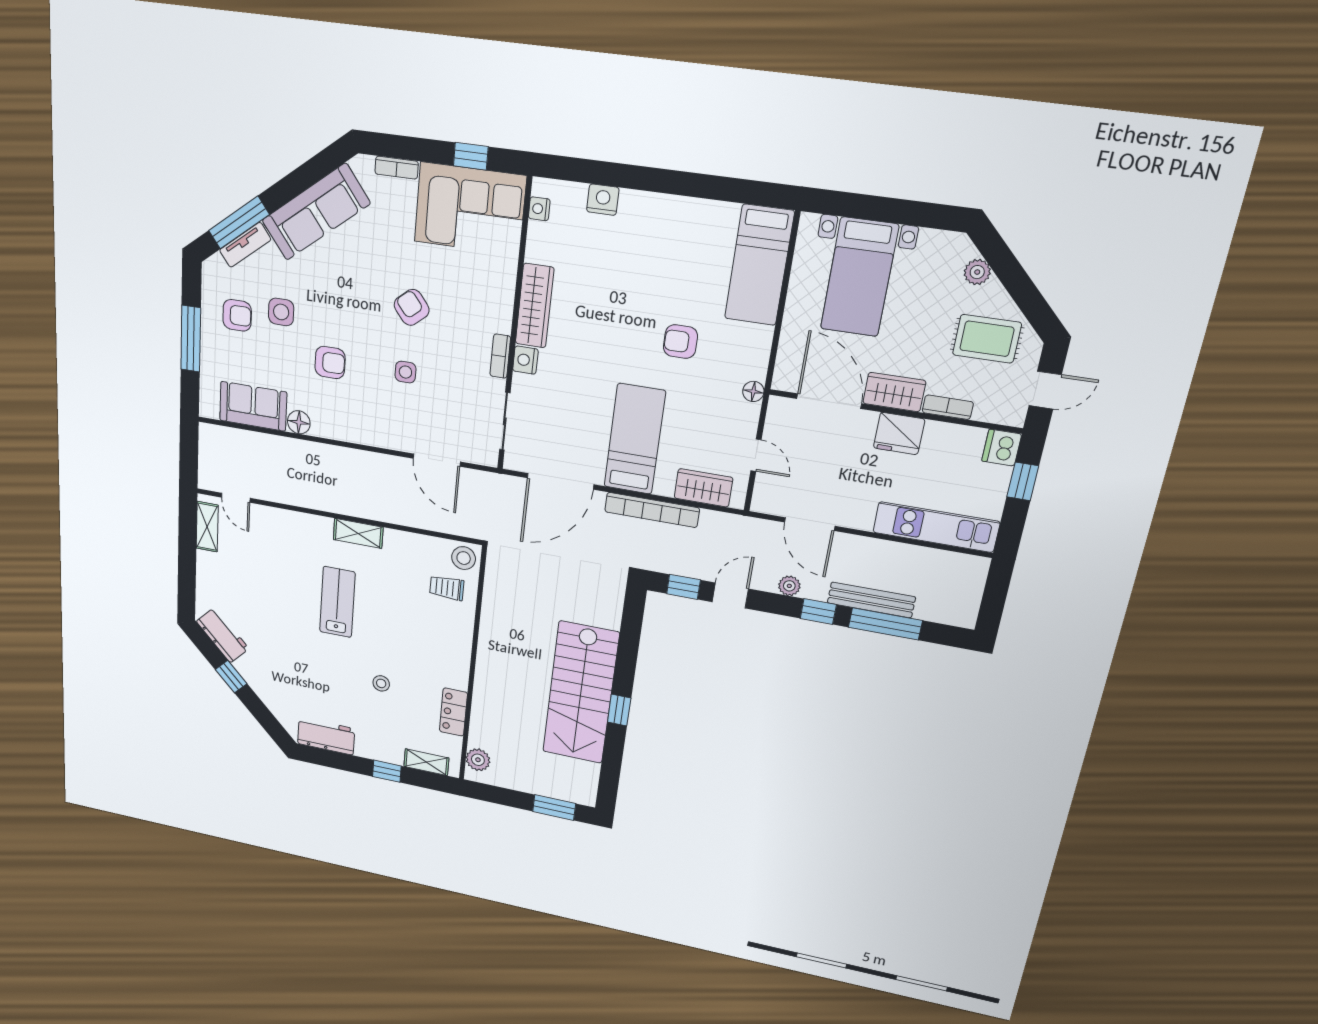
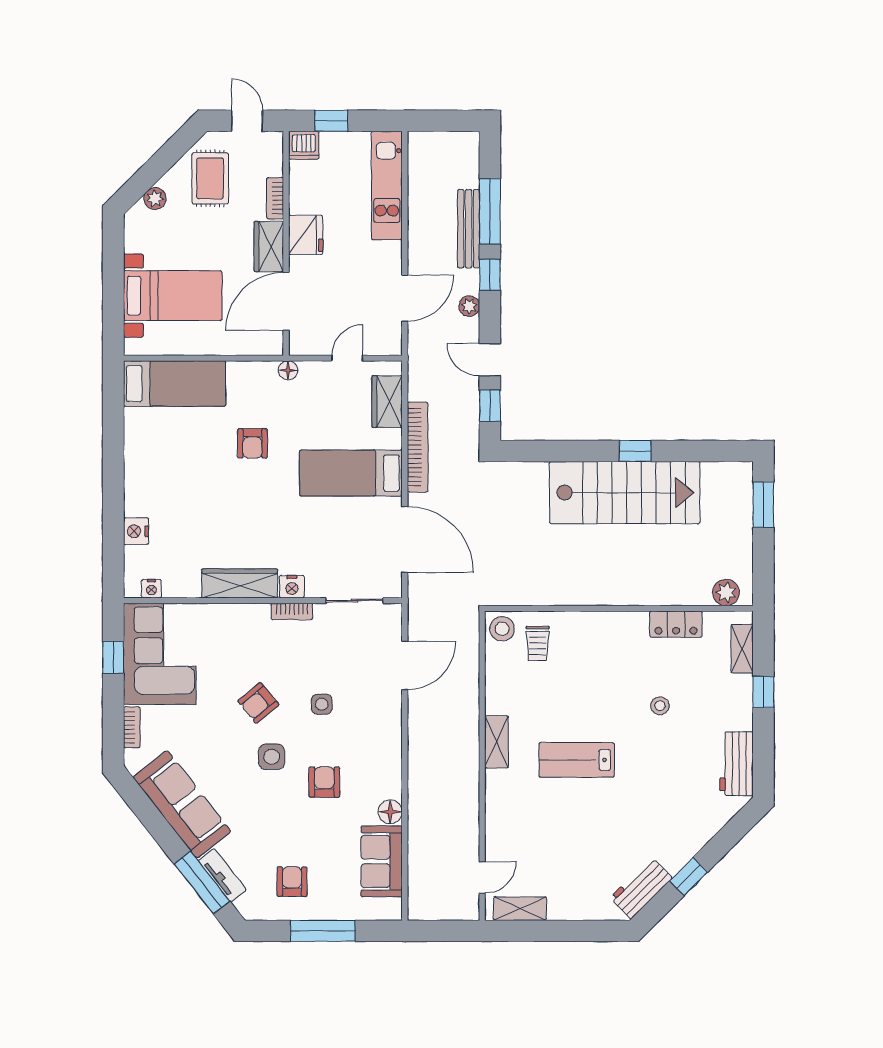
side table: (281, 312) -> (272, 757), moved

